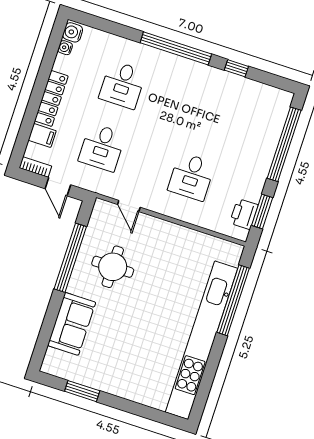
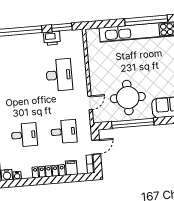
desk: (191, 177) -> (59, 75), width x1.37
printer: (244, 214) -> (52, 38), moved
round table: (113, 267) -> (128, 98), width x1.36, depth x1.36
window: (233, 300) -> (146, 20), moved

